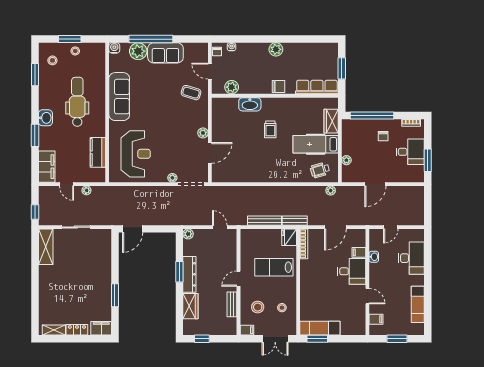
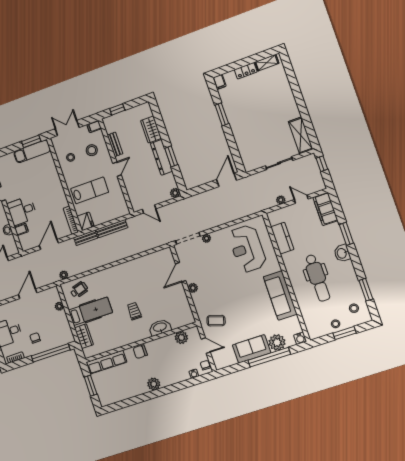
filing cabinet: (101, 328) -> (219, 82), width x0.50
window: (202, 339) -> (117, 109), moved

